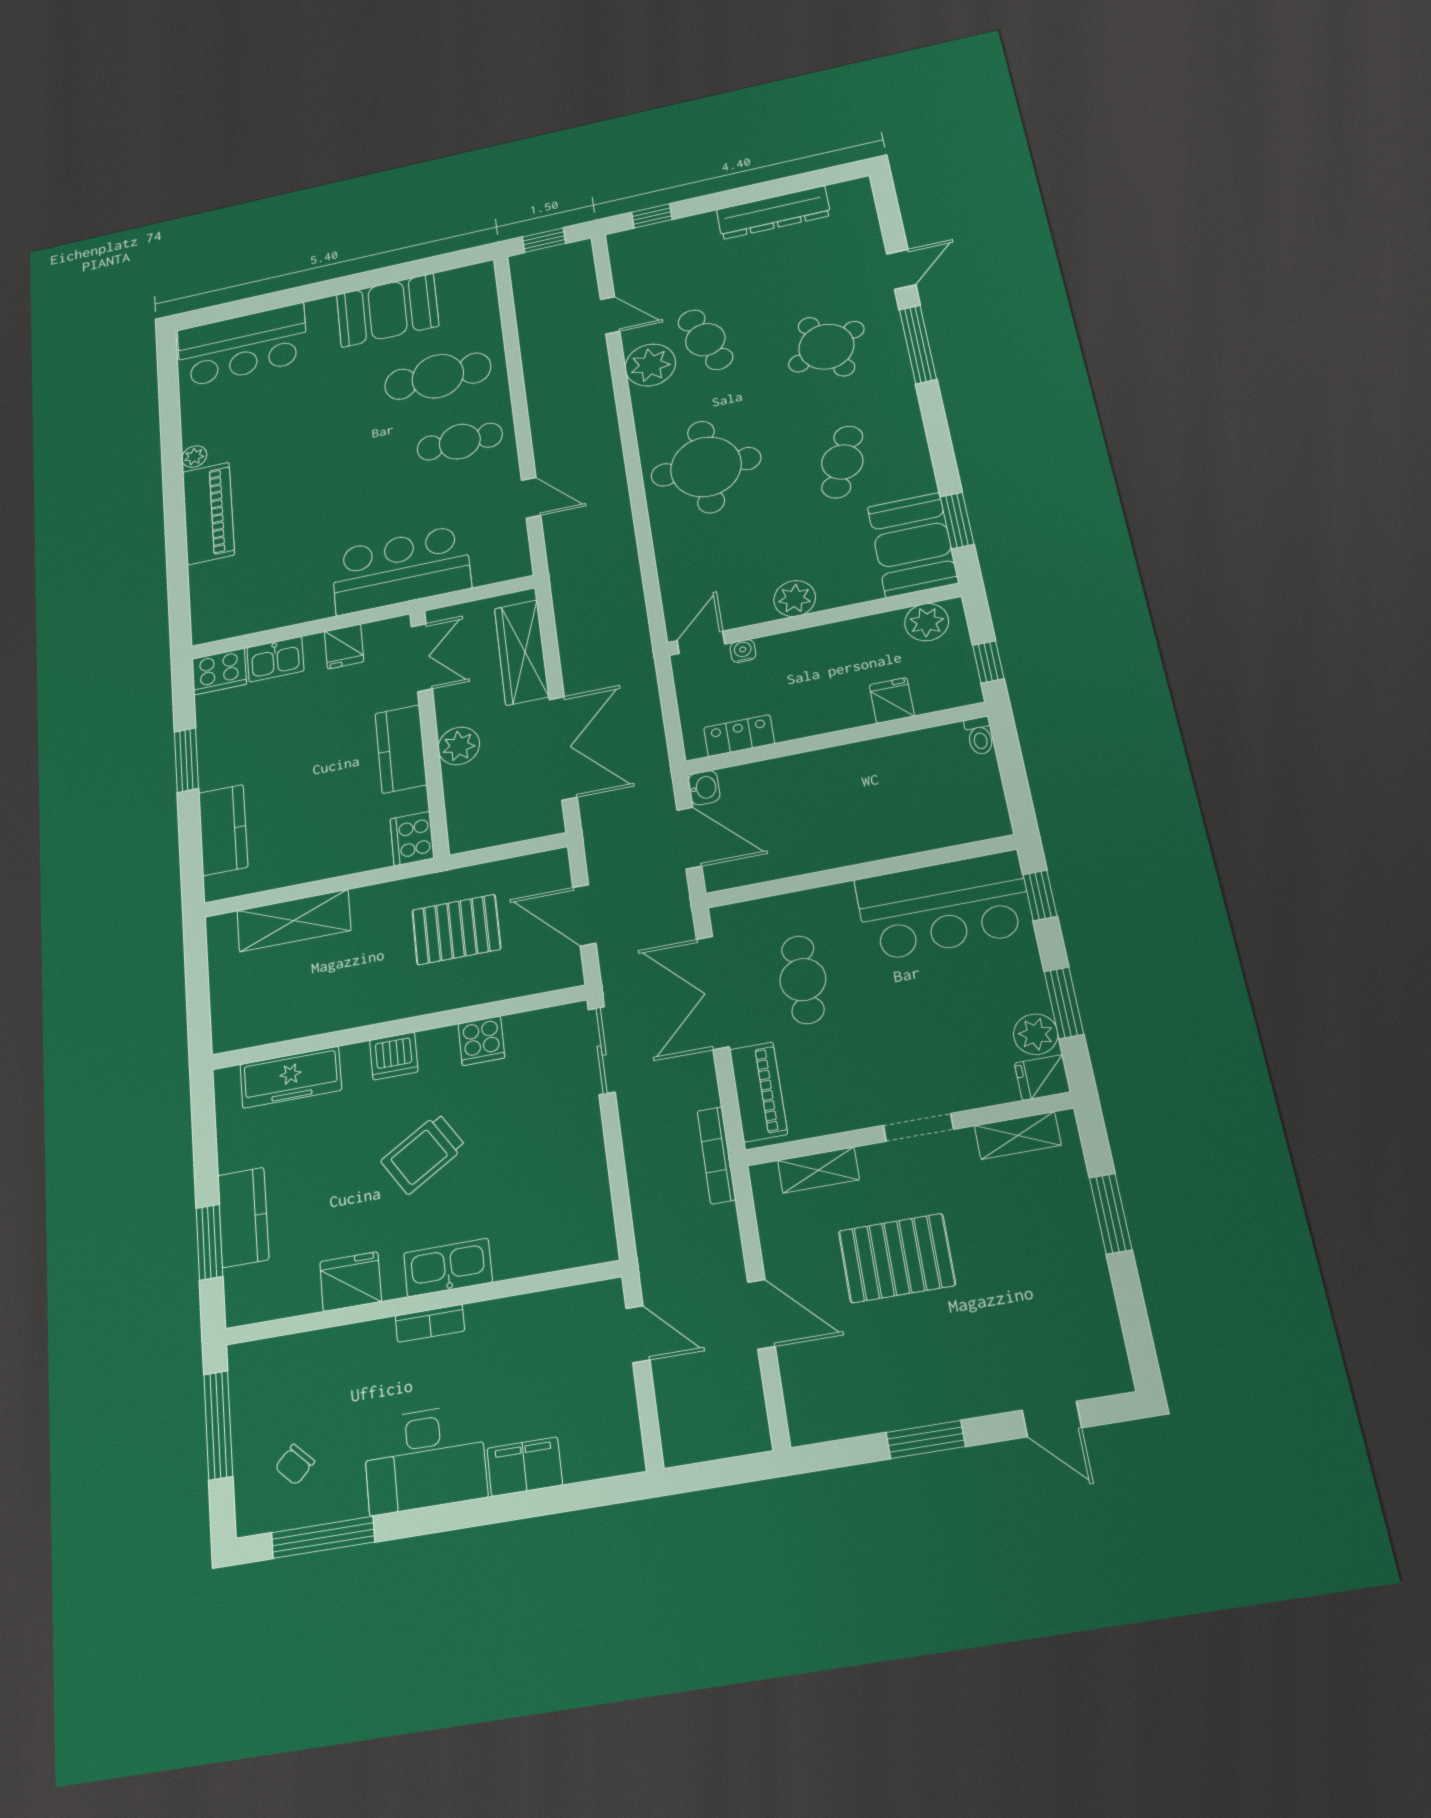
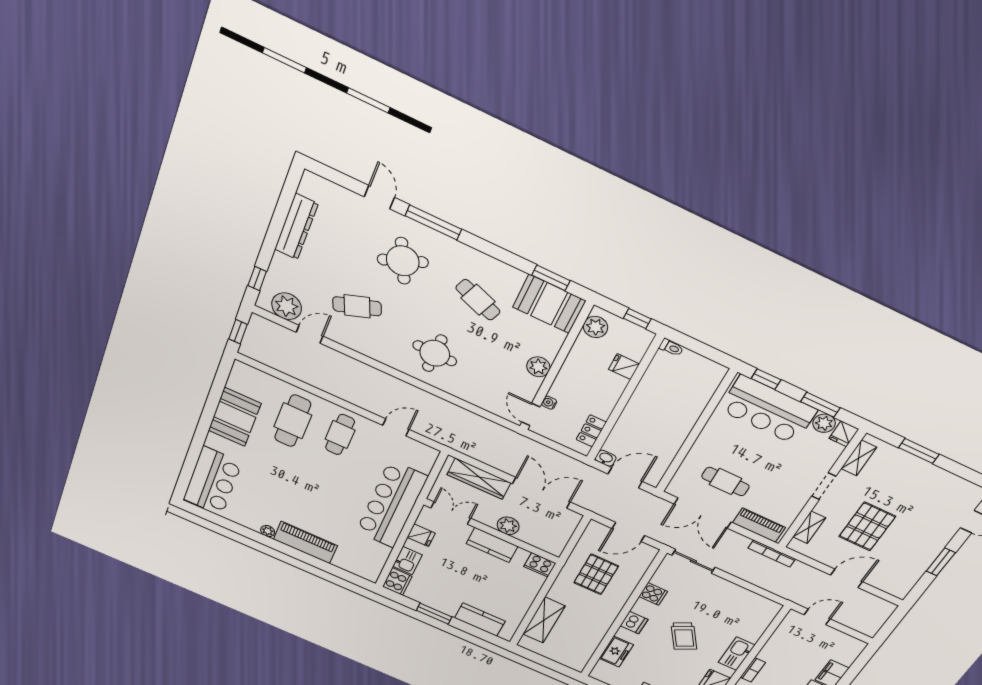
plant: (650, 365) -> (287, 306), moved
round table: (706, 467) -> (435, 353), width x0.73, depth x0.73
bar counter: (401, 570) -> (392, 504), width x1.36
bar counter: (944, 906) -> (768, 410), moved, turned 90
freezer: (291, 1077) -> (616, 652), width x0.71

